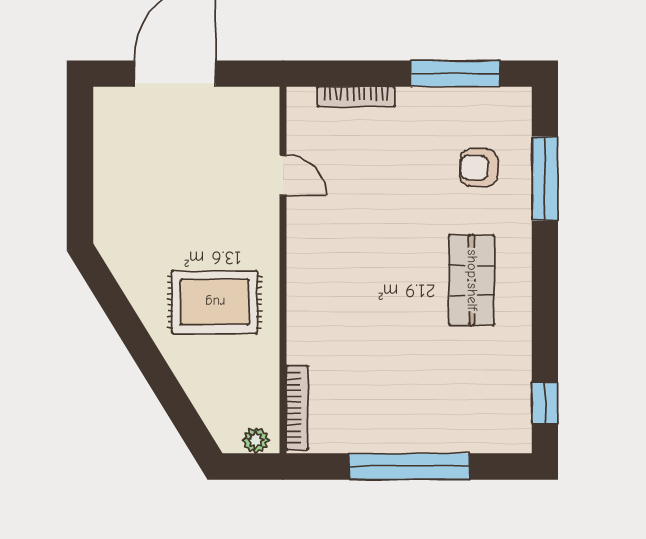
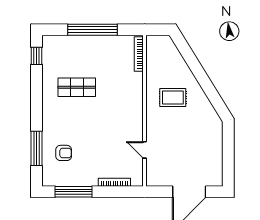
shop shelf: (472, 280) -> (77, 87), moved, turned 90
rug: (215, 302) -> (173, 97), width x0.73, depth x0.70
plant: (256, 440) -> (156, 41), removed

